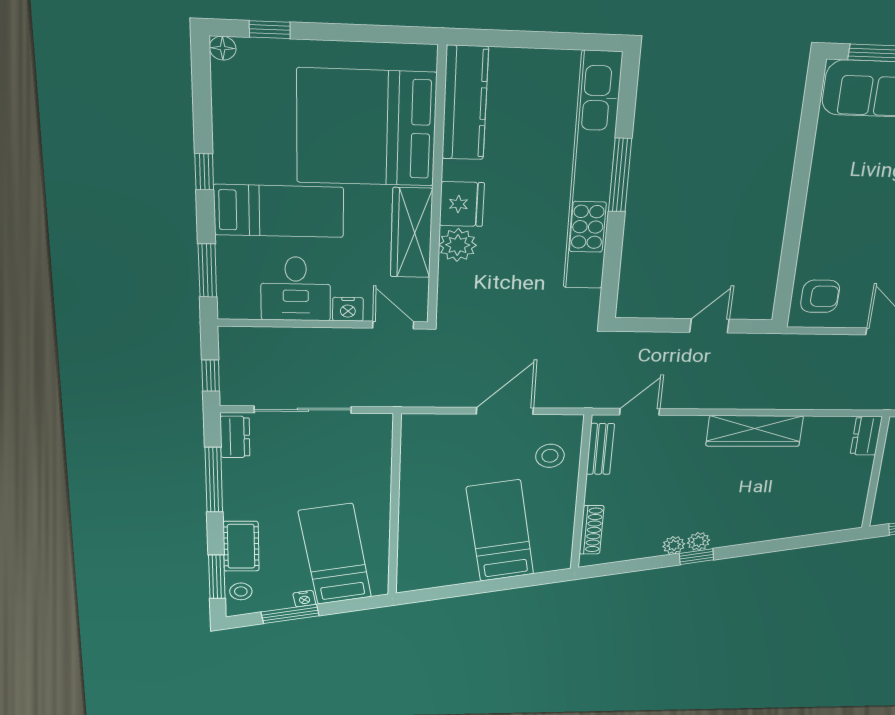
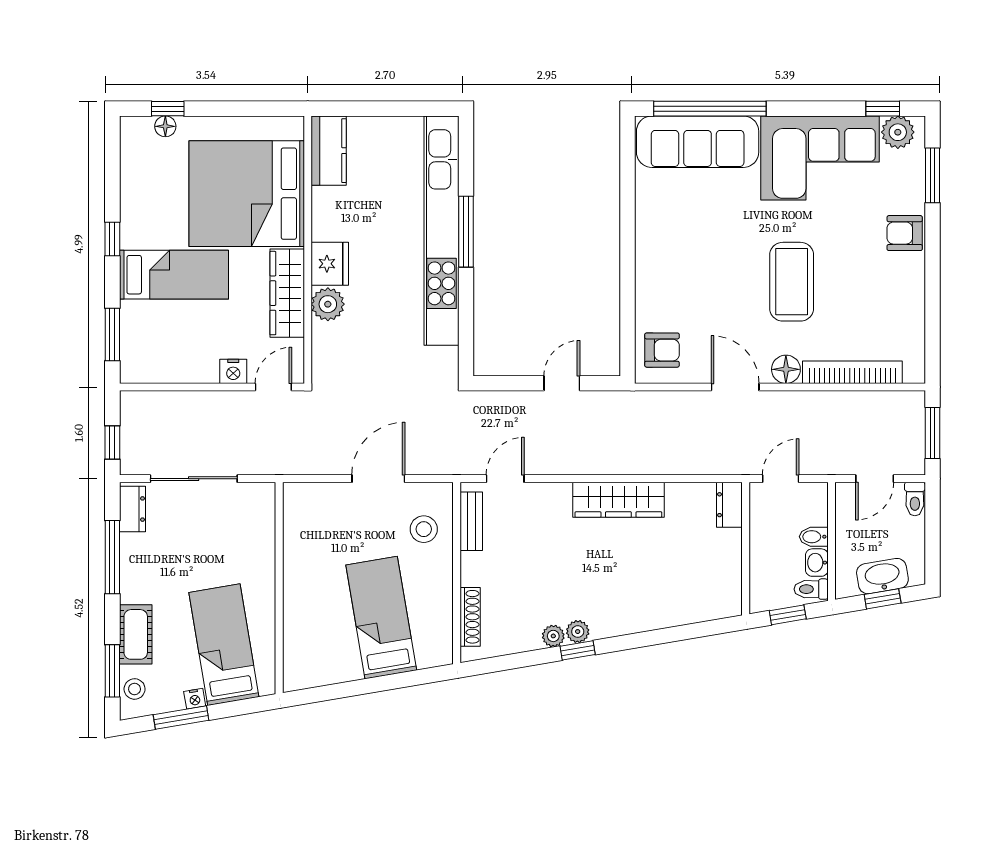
floor lamp: (223, 48) -> (165, 126), moved
kitchen counter: (465, 103) -> (329, 151), width x0.67
desk: (296, 289) -> (188, 351), removed
door: (393, 325) -> (273, 387), hinge flipped

